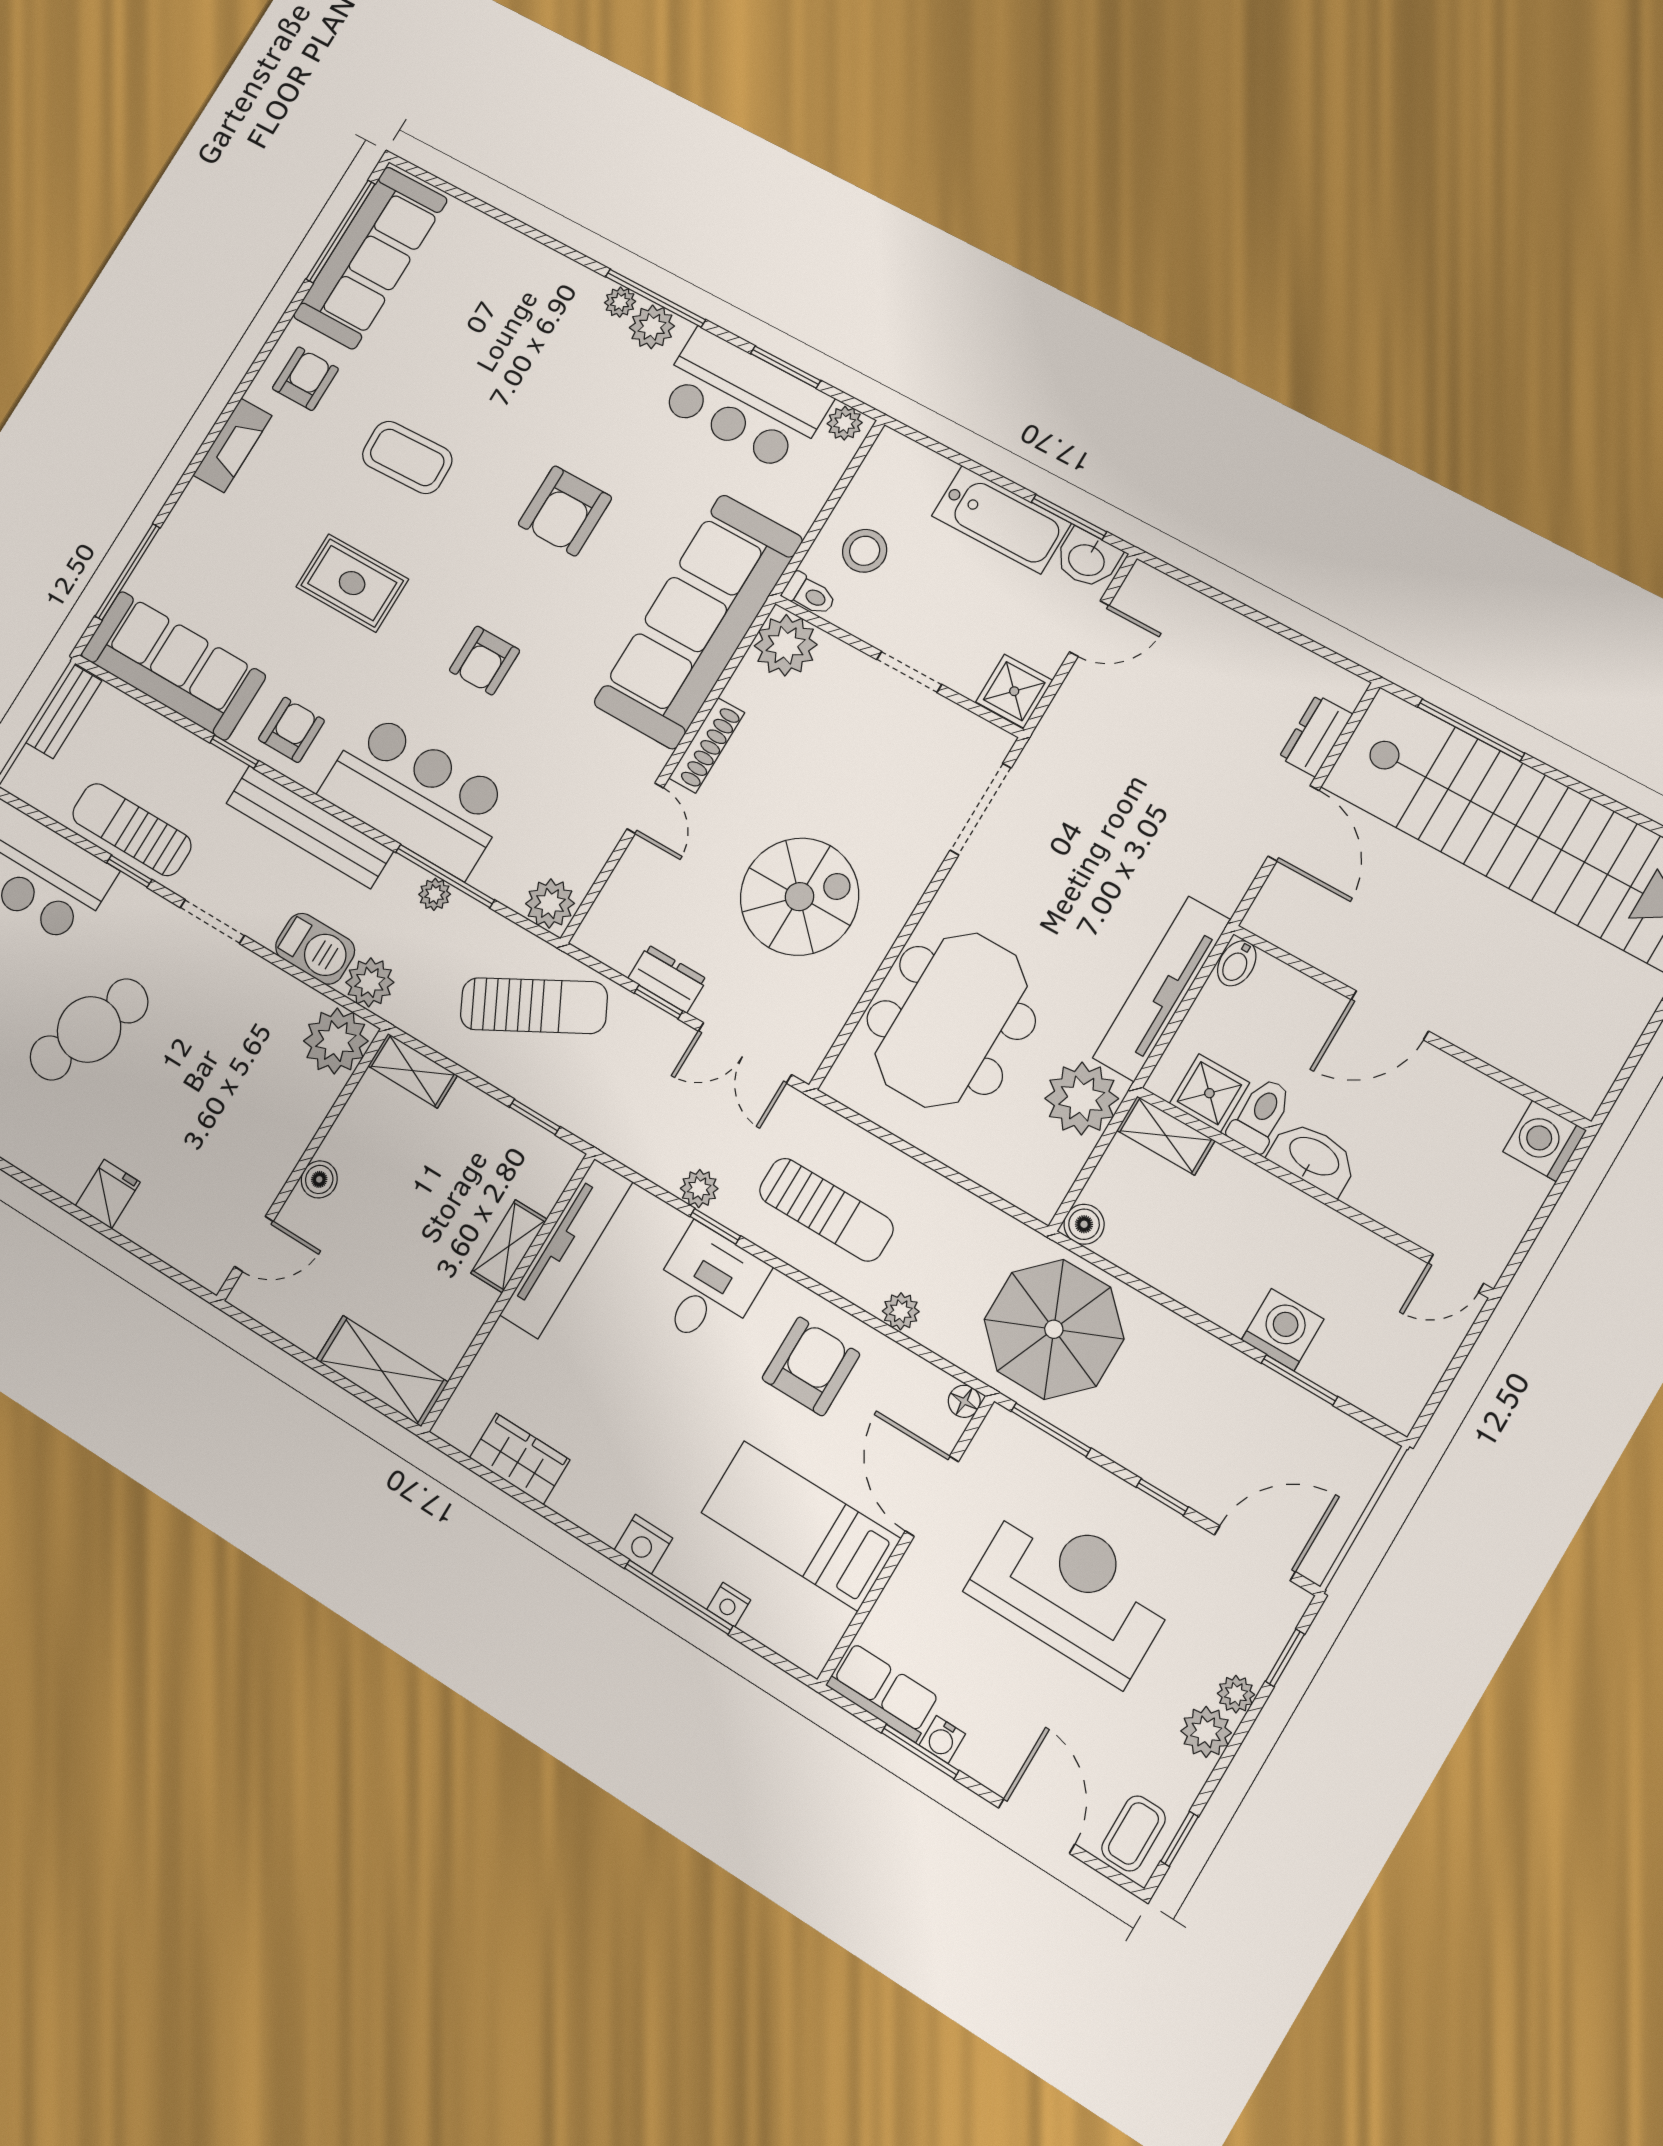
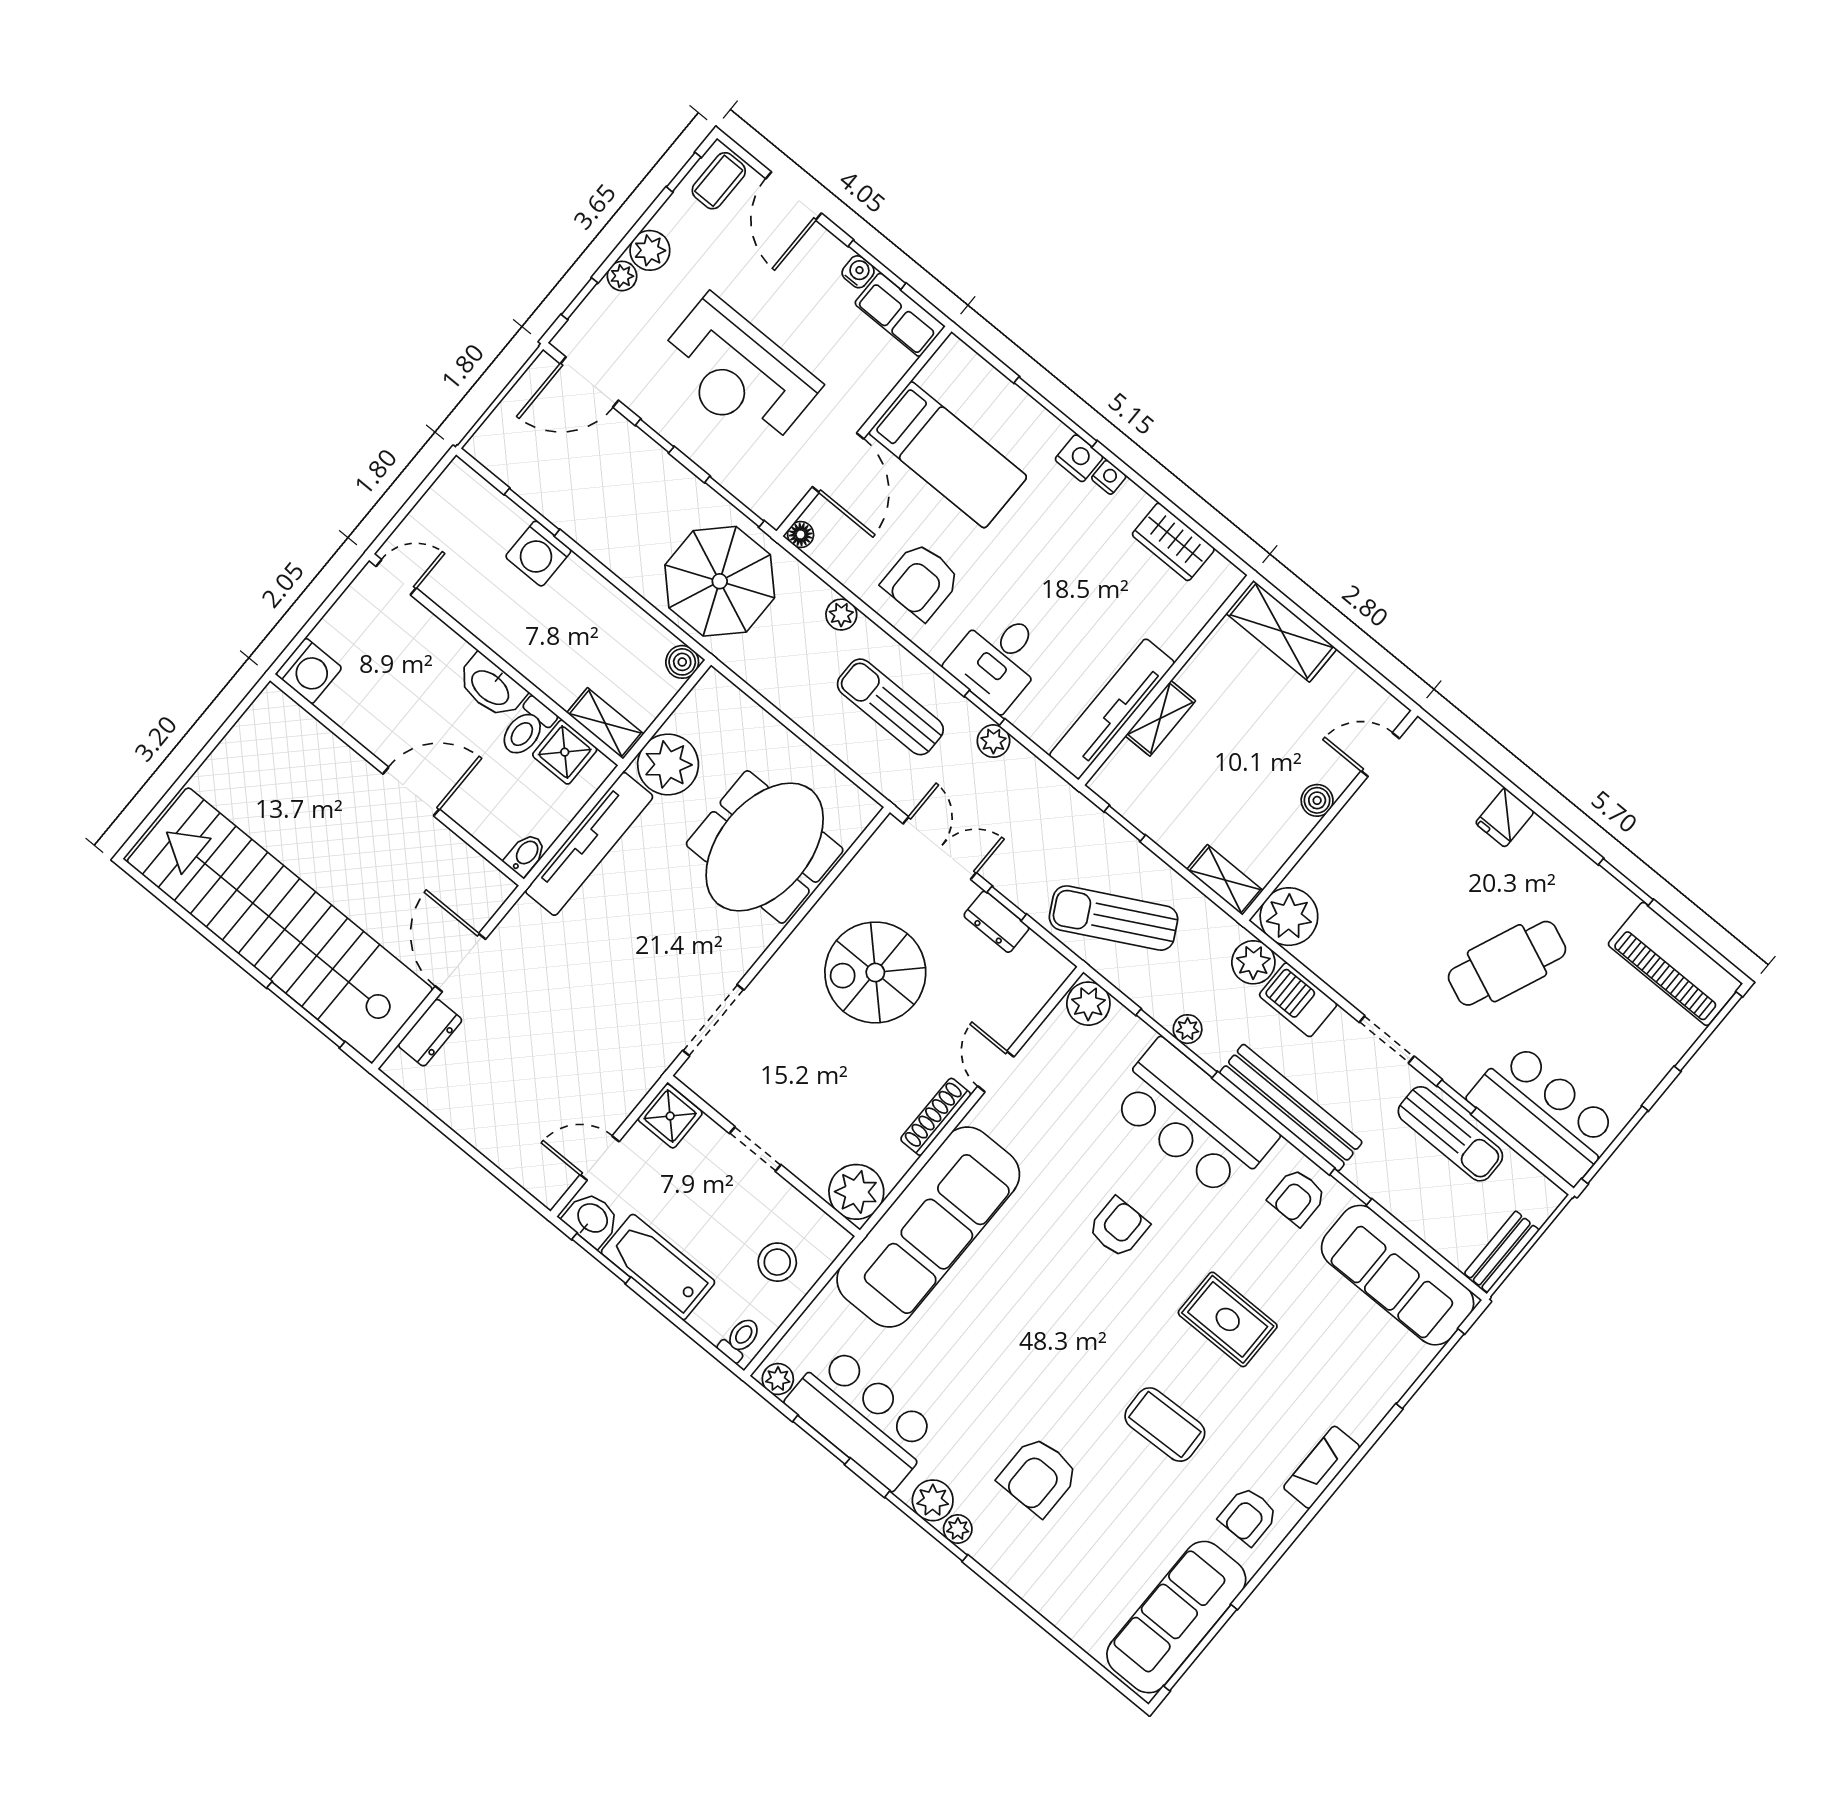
armchair: (565, 511) -> (1038, 1476), moved, turned 180
toilet: (809, 594) -> (740, 1339), moved, turned 90
nightstand: (729, 1605) -> (1109, 477), moved

